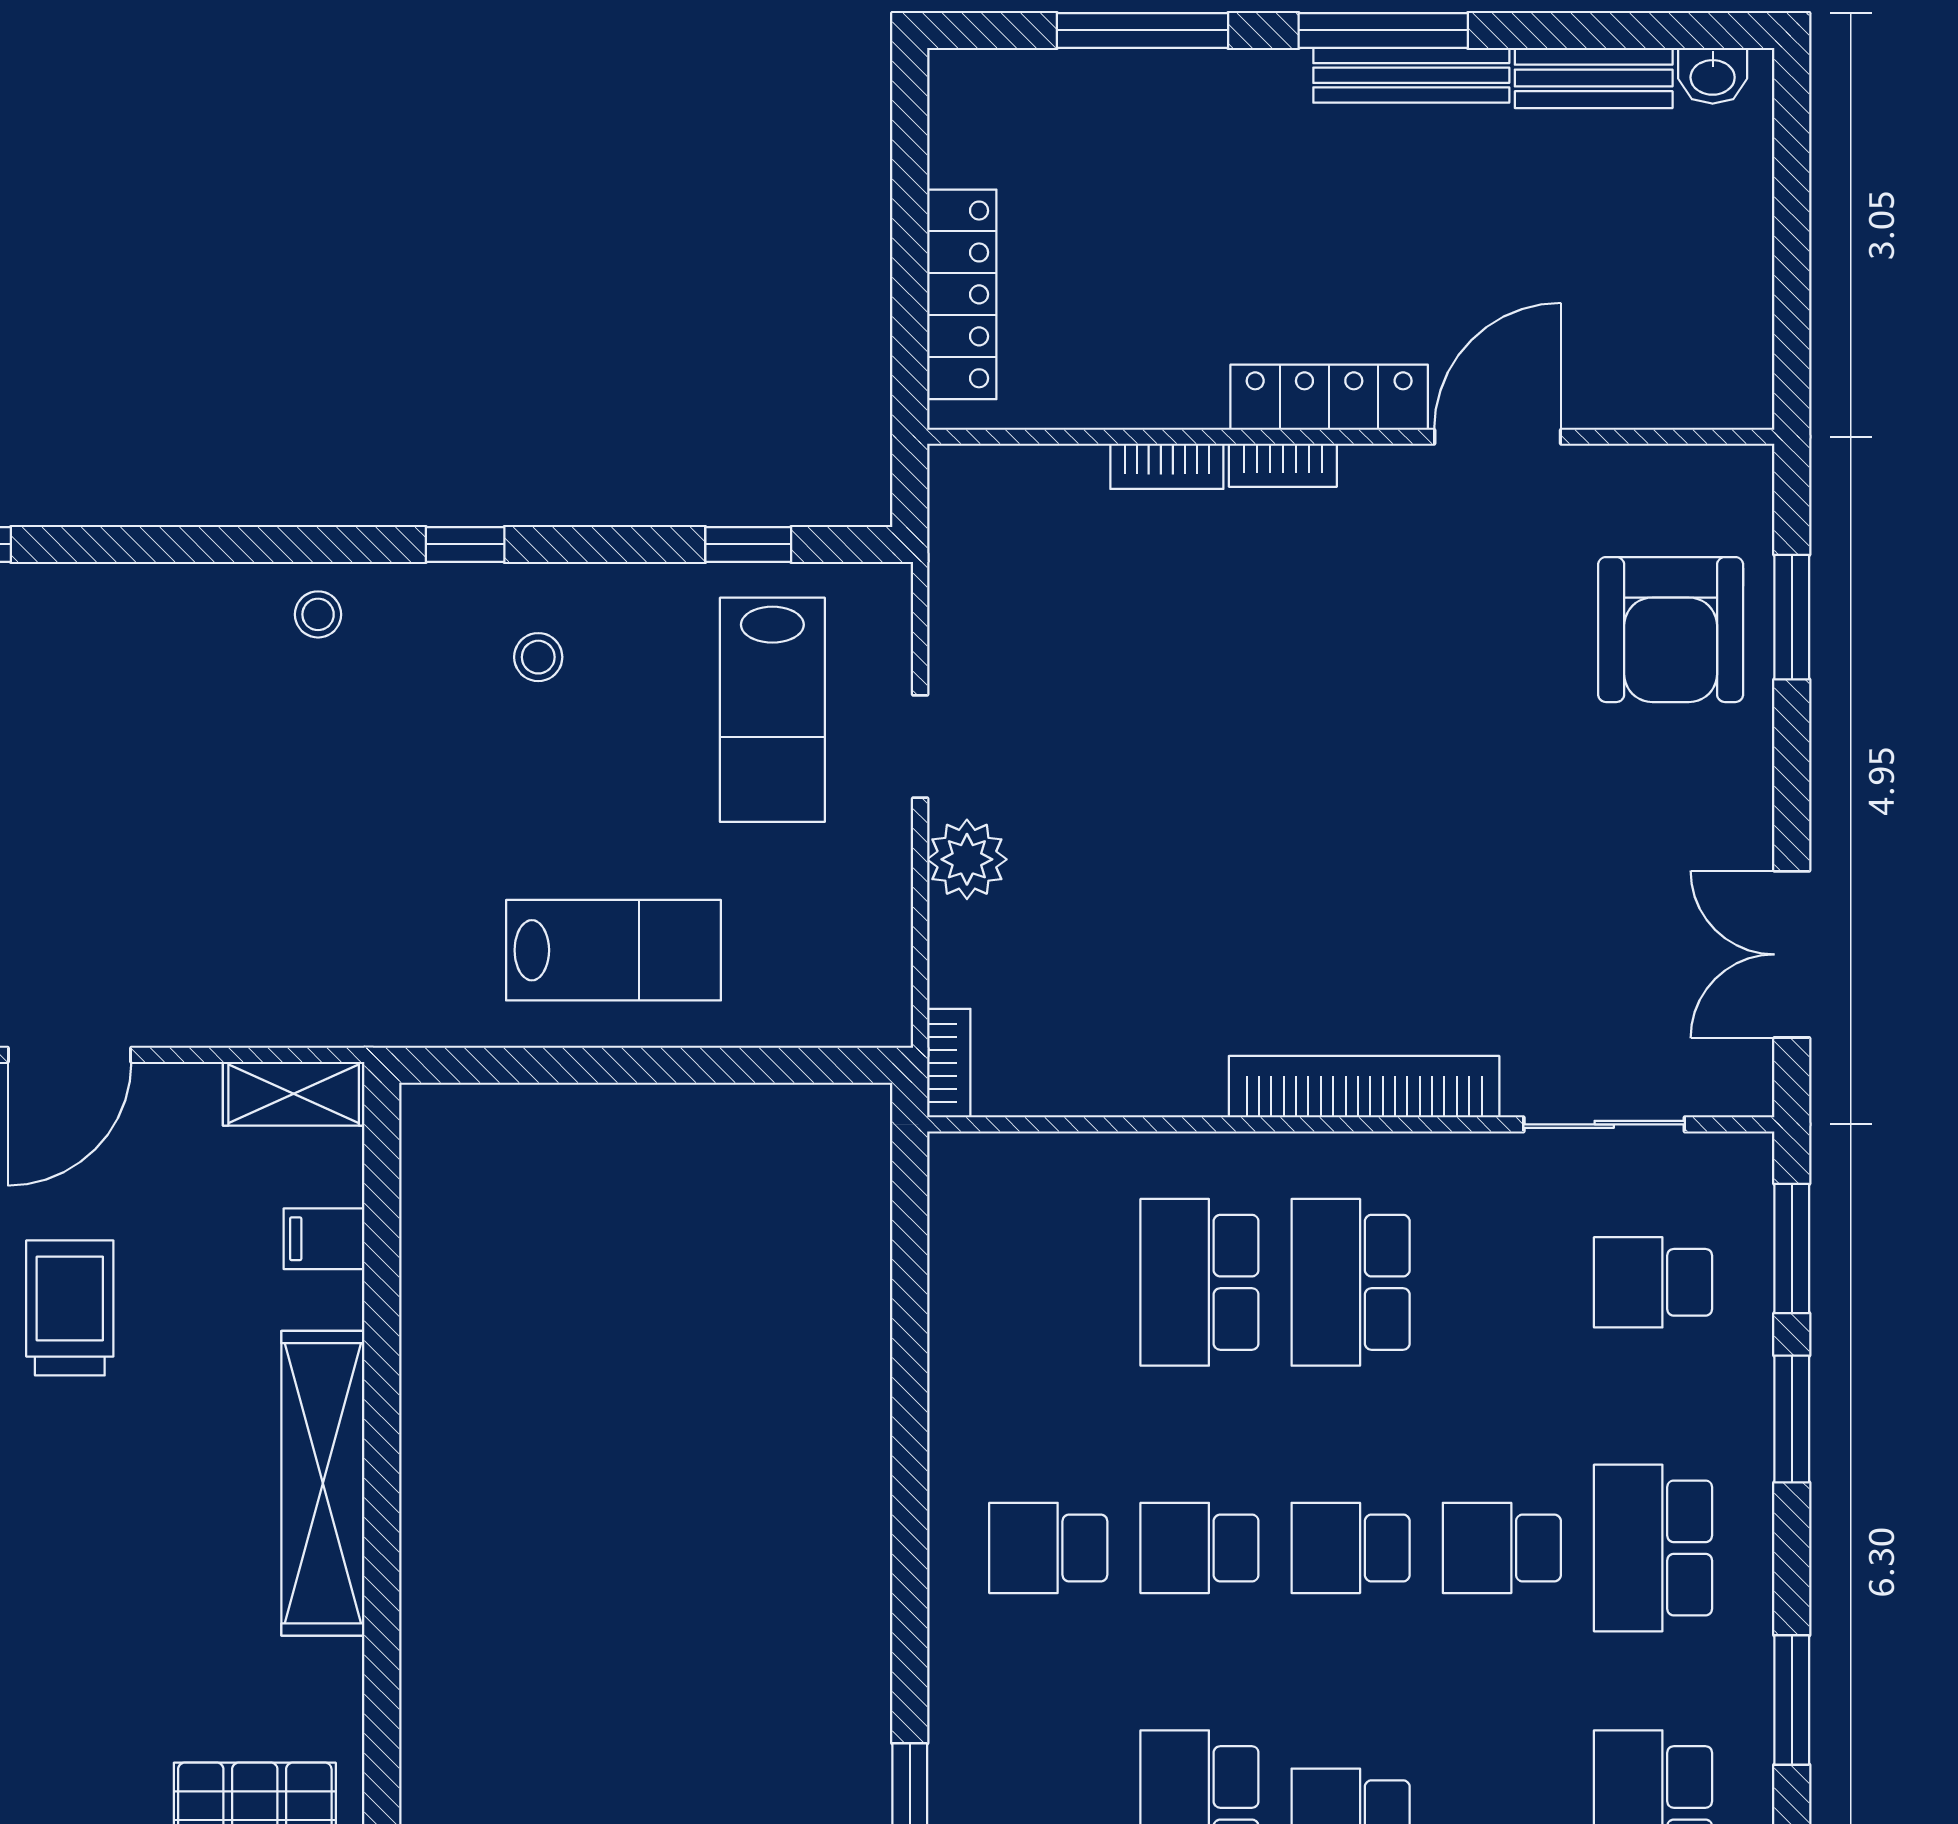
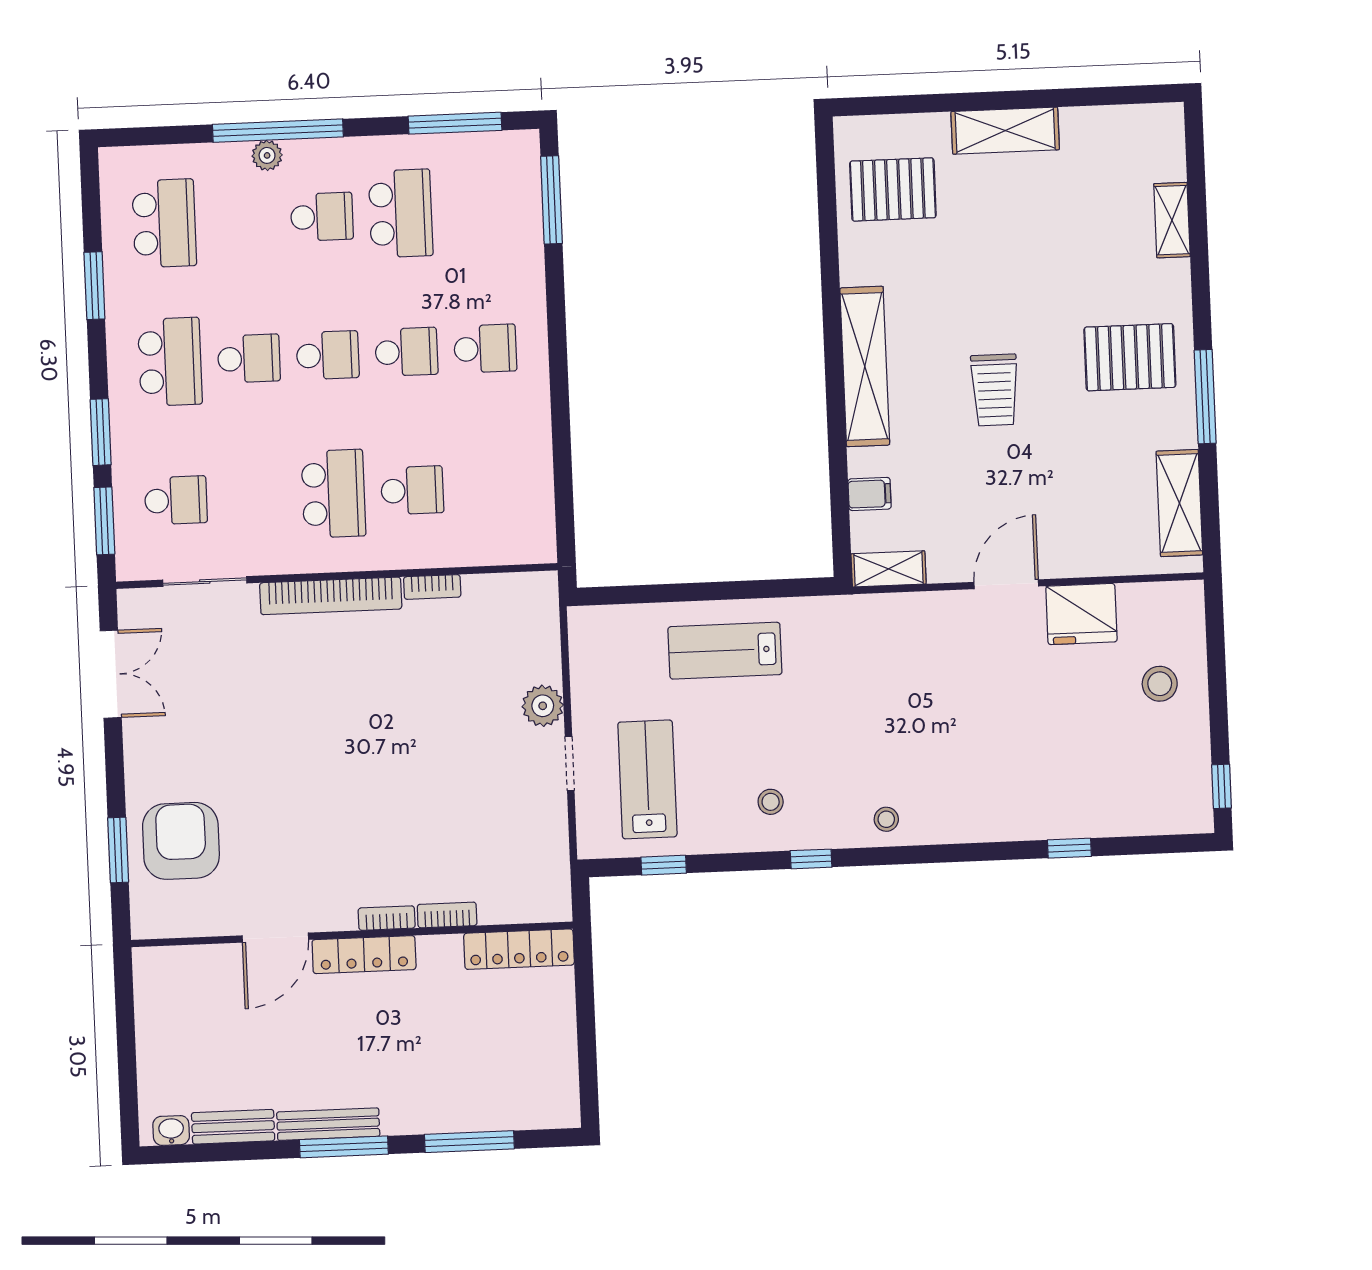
locker: (962, 294) -> (519, 949), moved, turned -90
bookcase: (949, 1063) -> (432, 587), moved, turned -90
school desk: (1199, 1282) -> (412, 490), width x0.54
trolley: (70, 1308) -> (995, 390), moved

